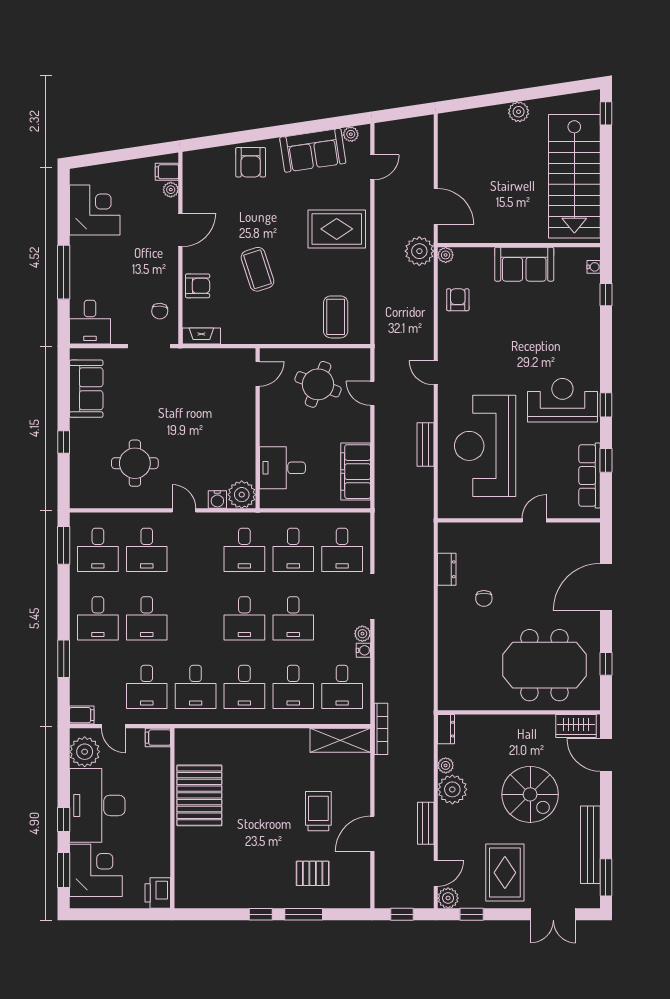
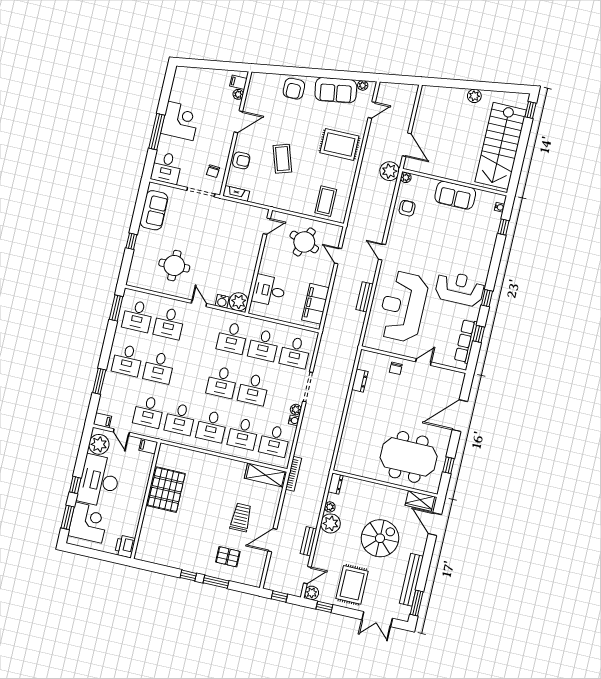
corner desk: (95, 210) -> (180, 121), moved
chair: (484, 598) -> (396, 368), moved
spiral stairs: (530, 794) -> (380, 538), turned -90

